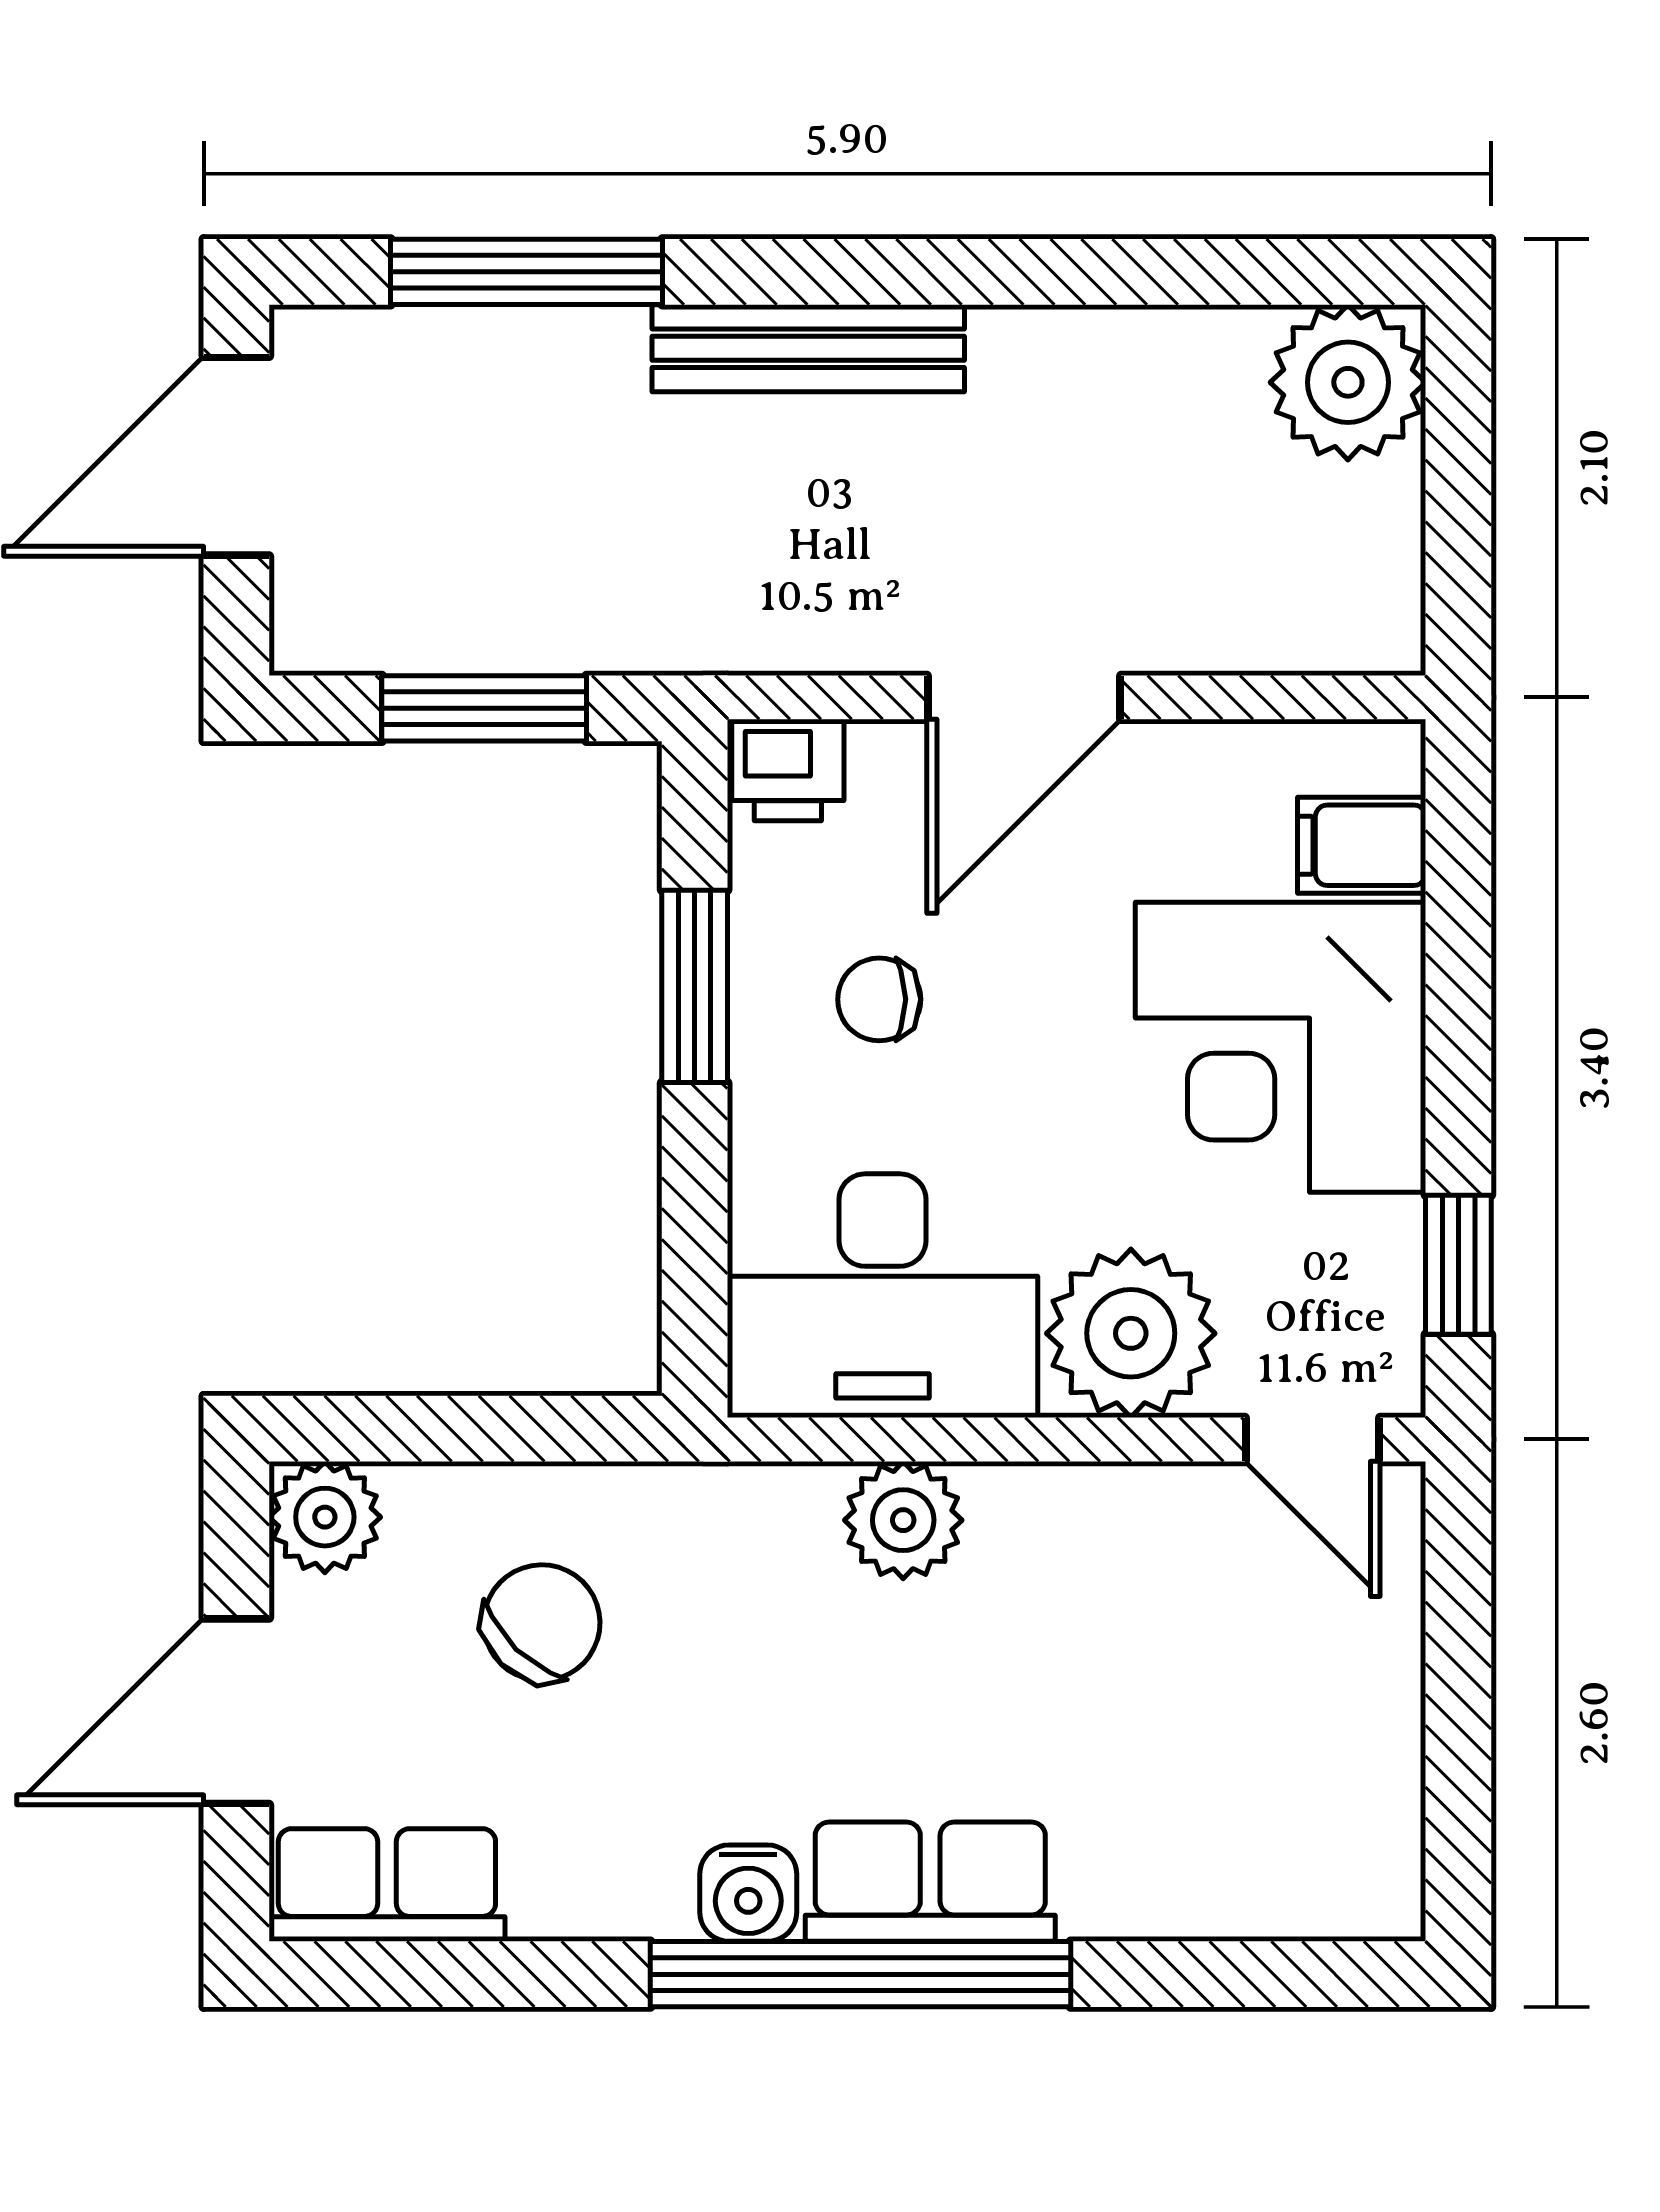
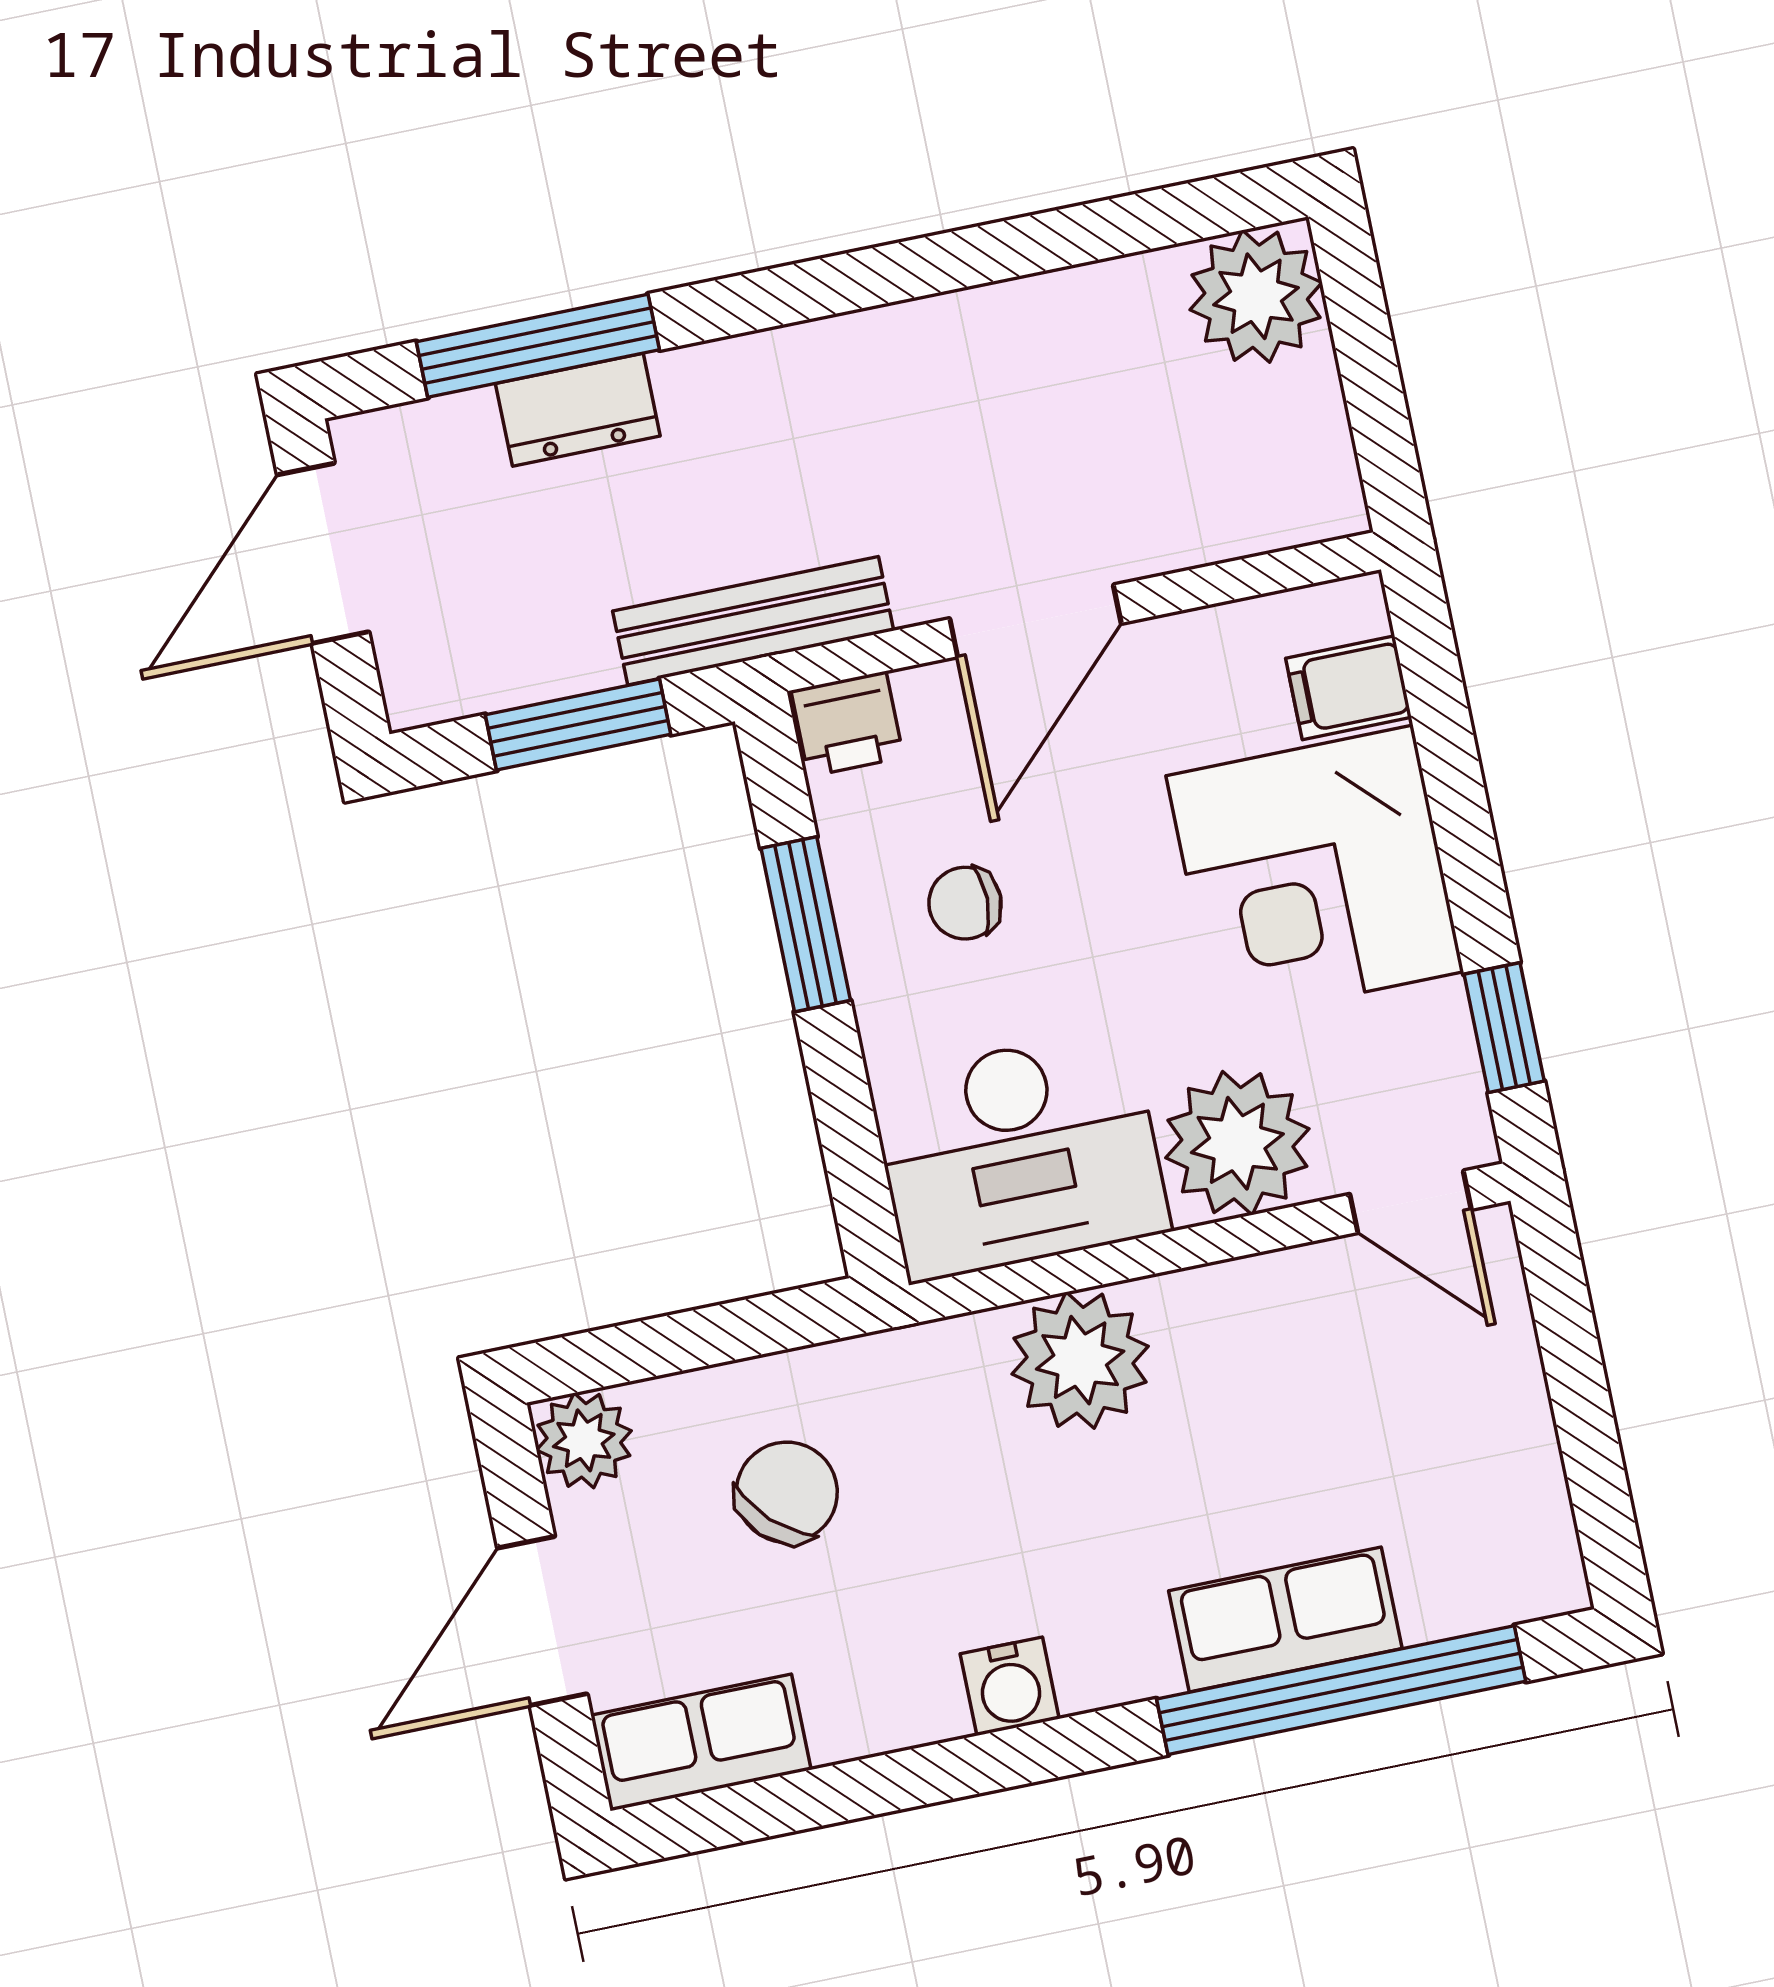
bench: (808, 348) -> (753, 621), moved
dresser: (557, 353) -> (578, 410), added
plant: (903, 1520) -> (1080, 1360), width x1.36, depth x1.36
row of seats: (930, 1882) -> (1285, 1620), moved
window: (861, 1974) -> (1341, 1690), moved

